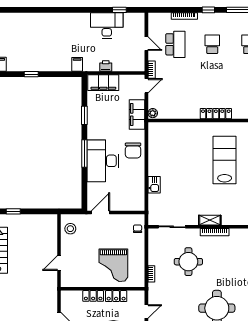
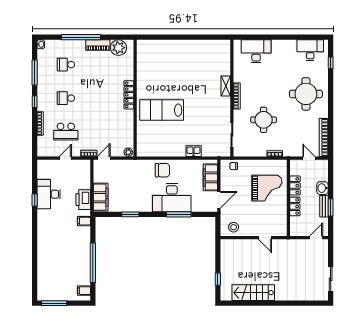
window: (119, 10) -> (35, 200), moved
school desk: (175, 44) -> (66, 132), turned 180
printer: (106, 66) -> (83, 200), width x1.87, depth x1.48
window: (31, 74) -> (93, 263), width x3.17
door: (146, 86) -> (104, 158), hinge flipped
filing cabinet: (137, 115) -> (210, 177), moved, turned 90
window: (84, 154) -> (179, 214), moved
lab bench: (225, 160) -> (162, 110), moved
door: (100, 212) -> (219, 200), swing flipped
shelving: (210, 220) -> (226, 86), moved

